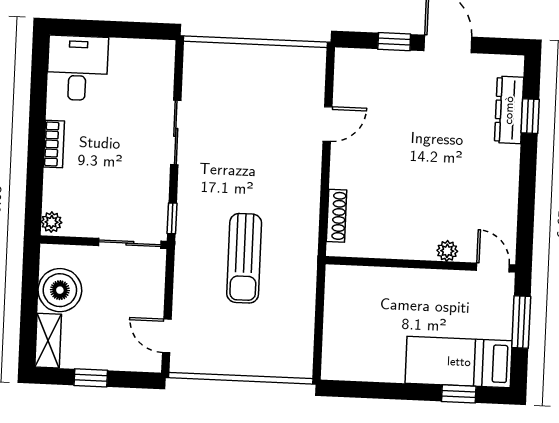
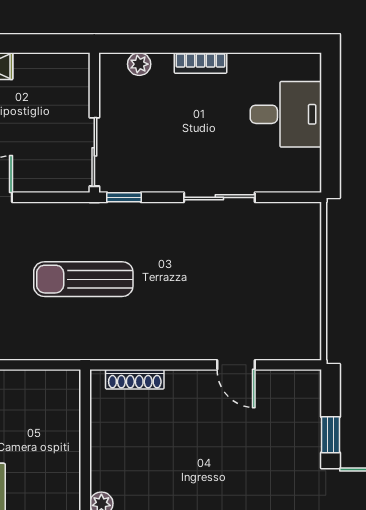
desk: (78, 68) -> (286, 114), moved
plant: (51, 222) -> (139, 64), moved
boiler: (60, 290) -> (39, 77), removed

